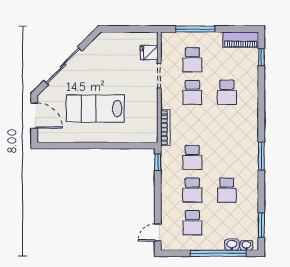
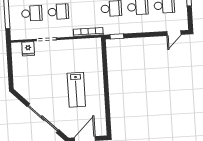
lab bench: (95, 109) -> (76, 90), width x0.73, depth x0.72
door: (158, 232) -> (174, 33), hinge flipped

